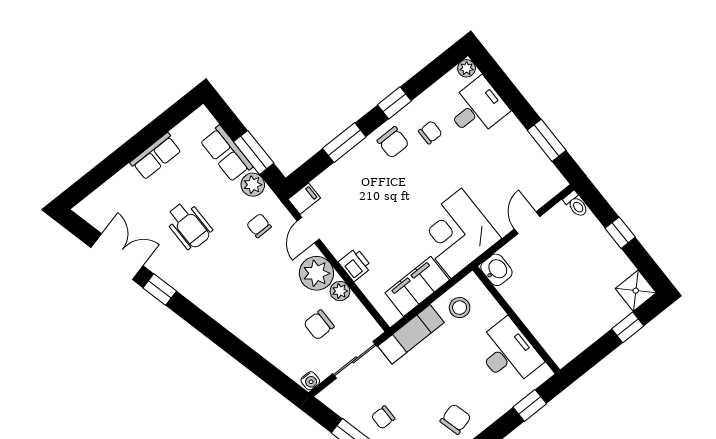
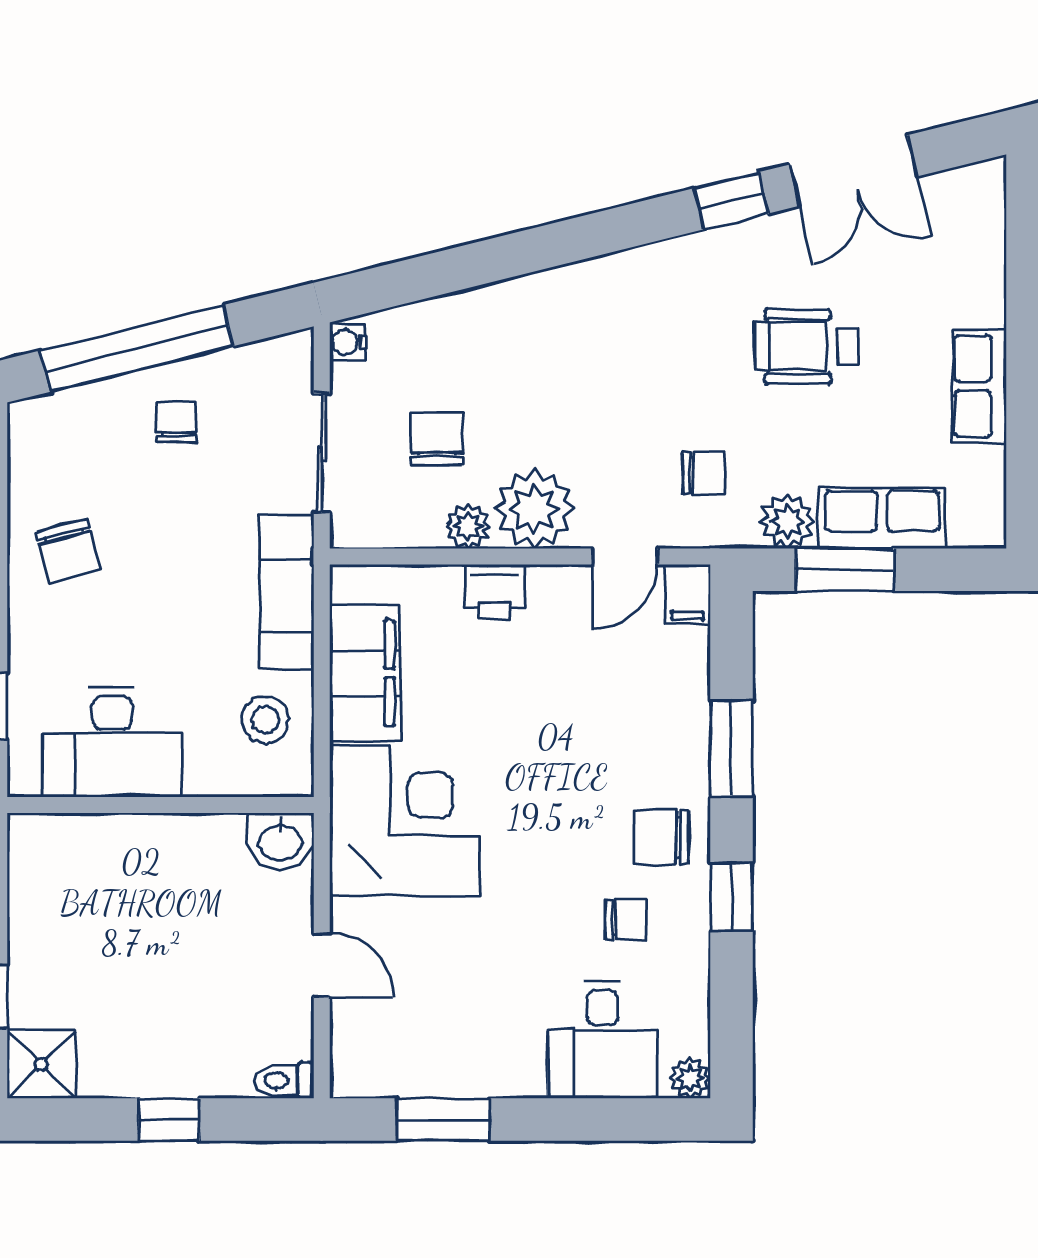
chair: (430, 132) -> (626, 919), turned -90
door: (308, 230) -> (625, 556), swing flipped

